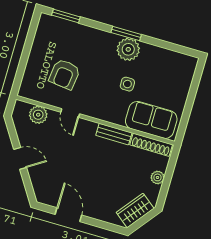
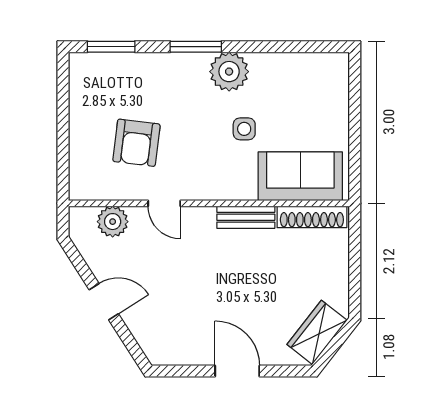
window: (126, 34) -> (196, 47), moved
plant: (157, 177) -> (338, 268), removed
door: (68, 215) -> (237, 371), moved

